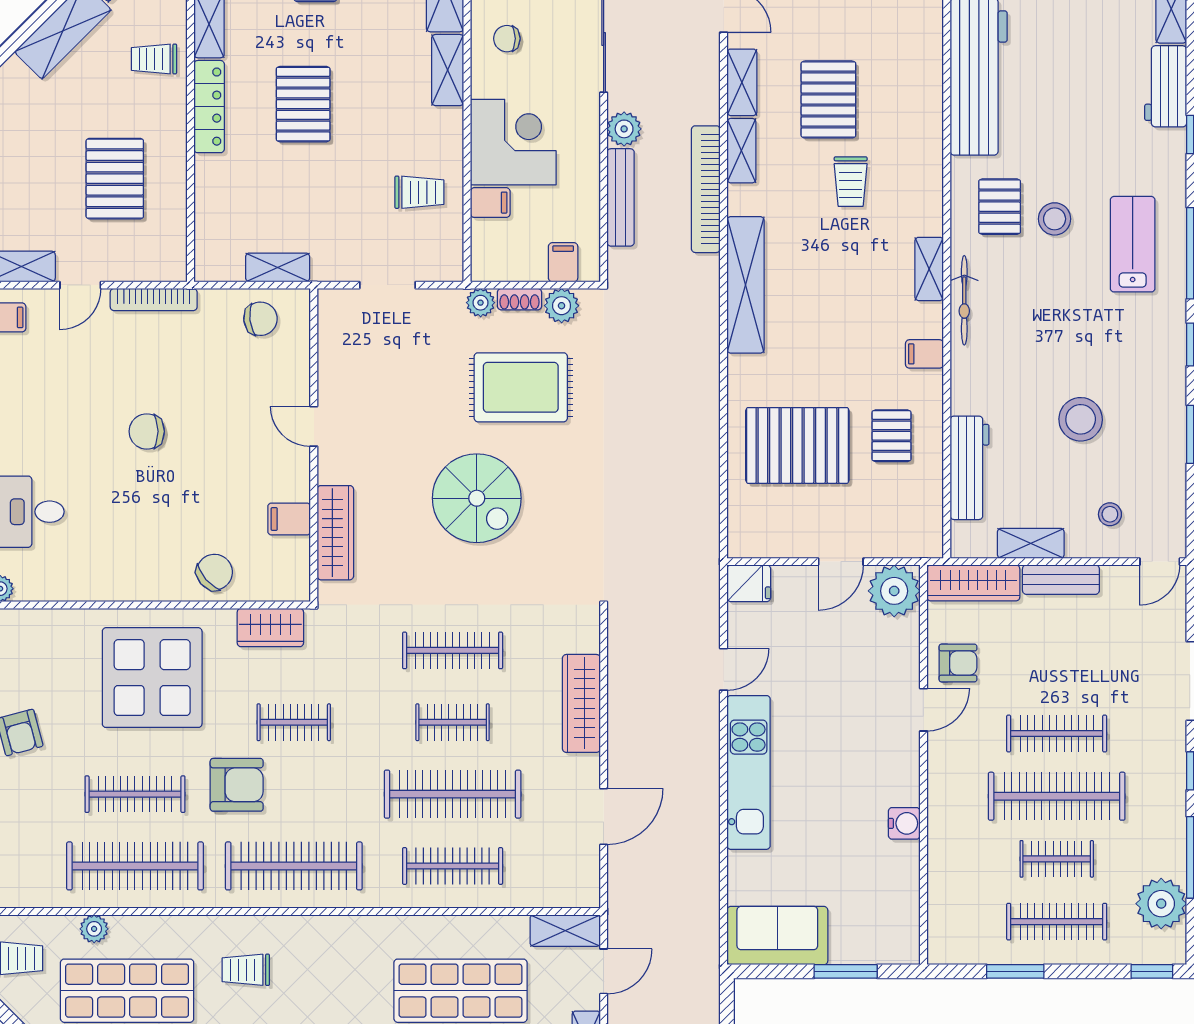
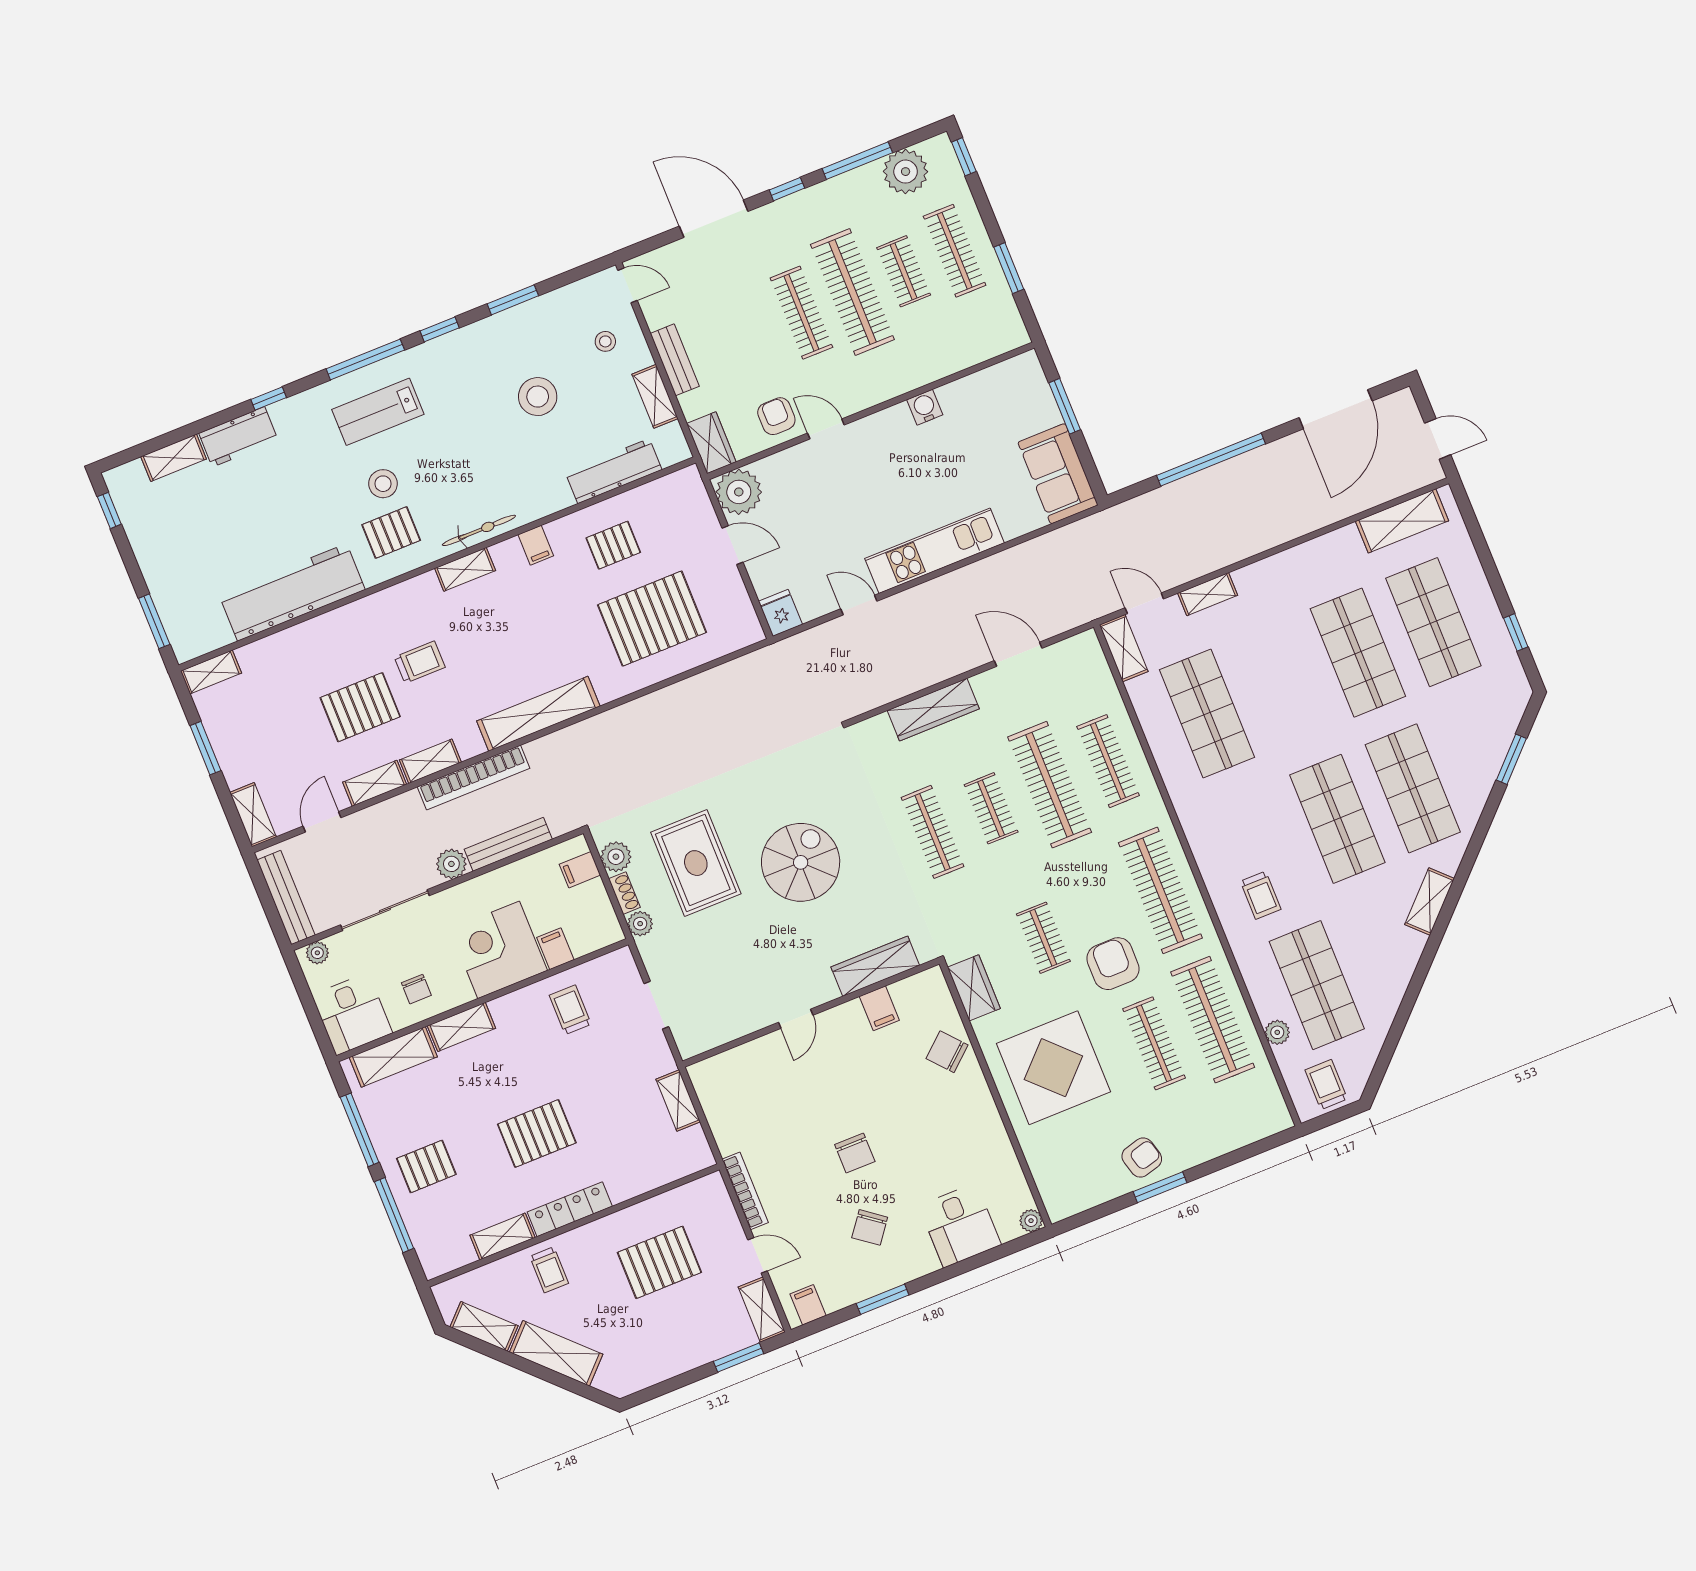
chair: (260, 319) -> (870, 1227), moved, turned -136
pallet: (797, 445) -> (652, 619), turned 90
wardrobe: (973, 583) -> (711, 443), width x0.67

